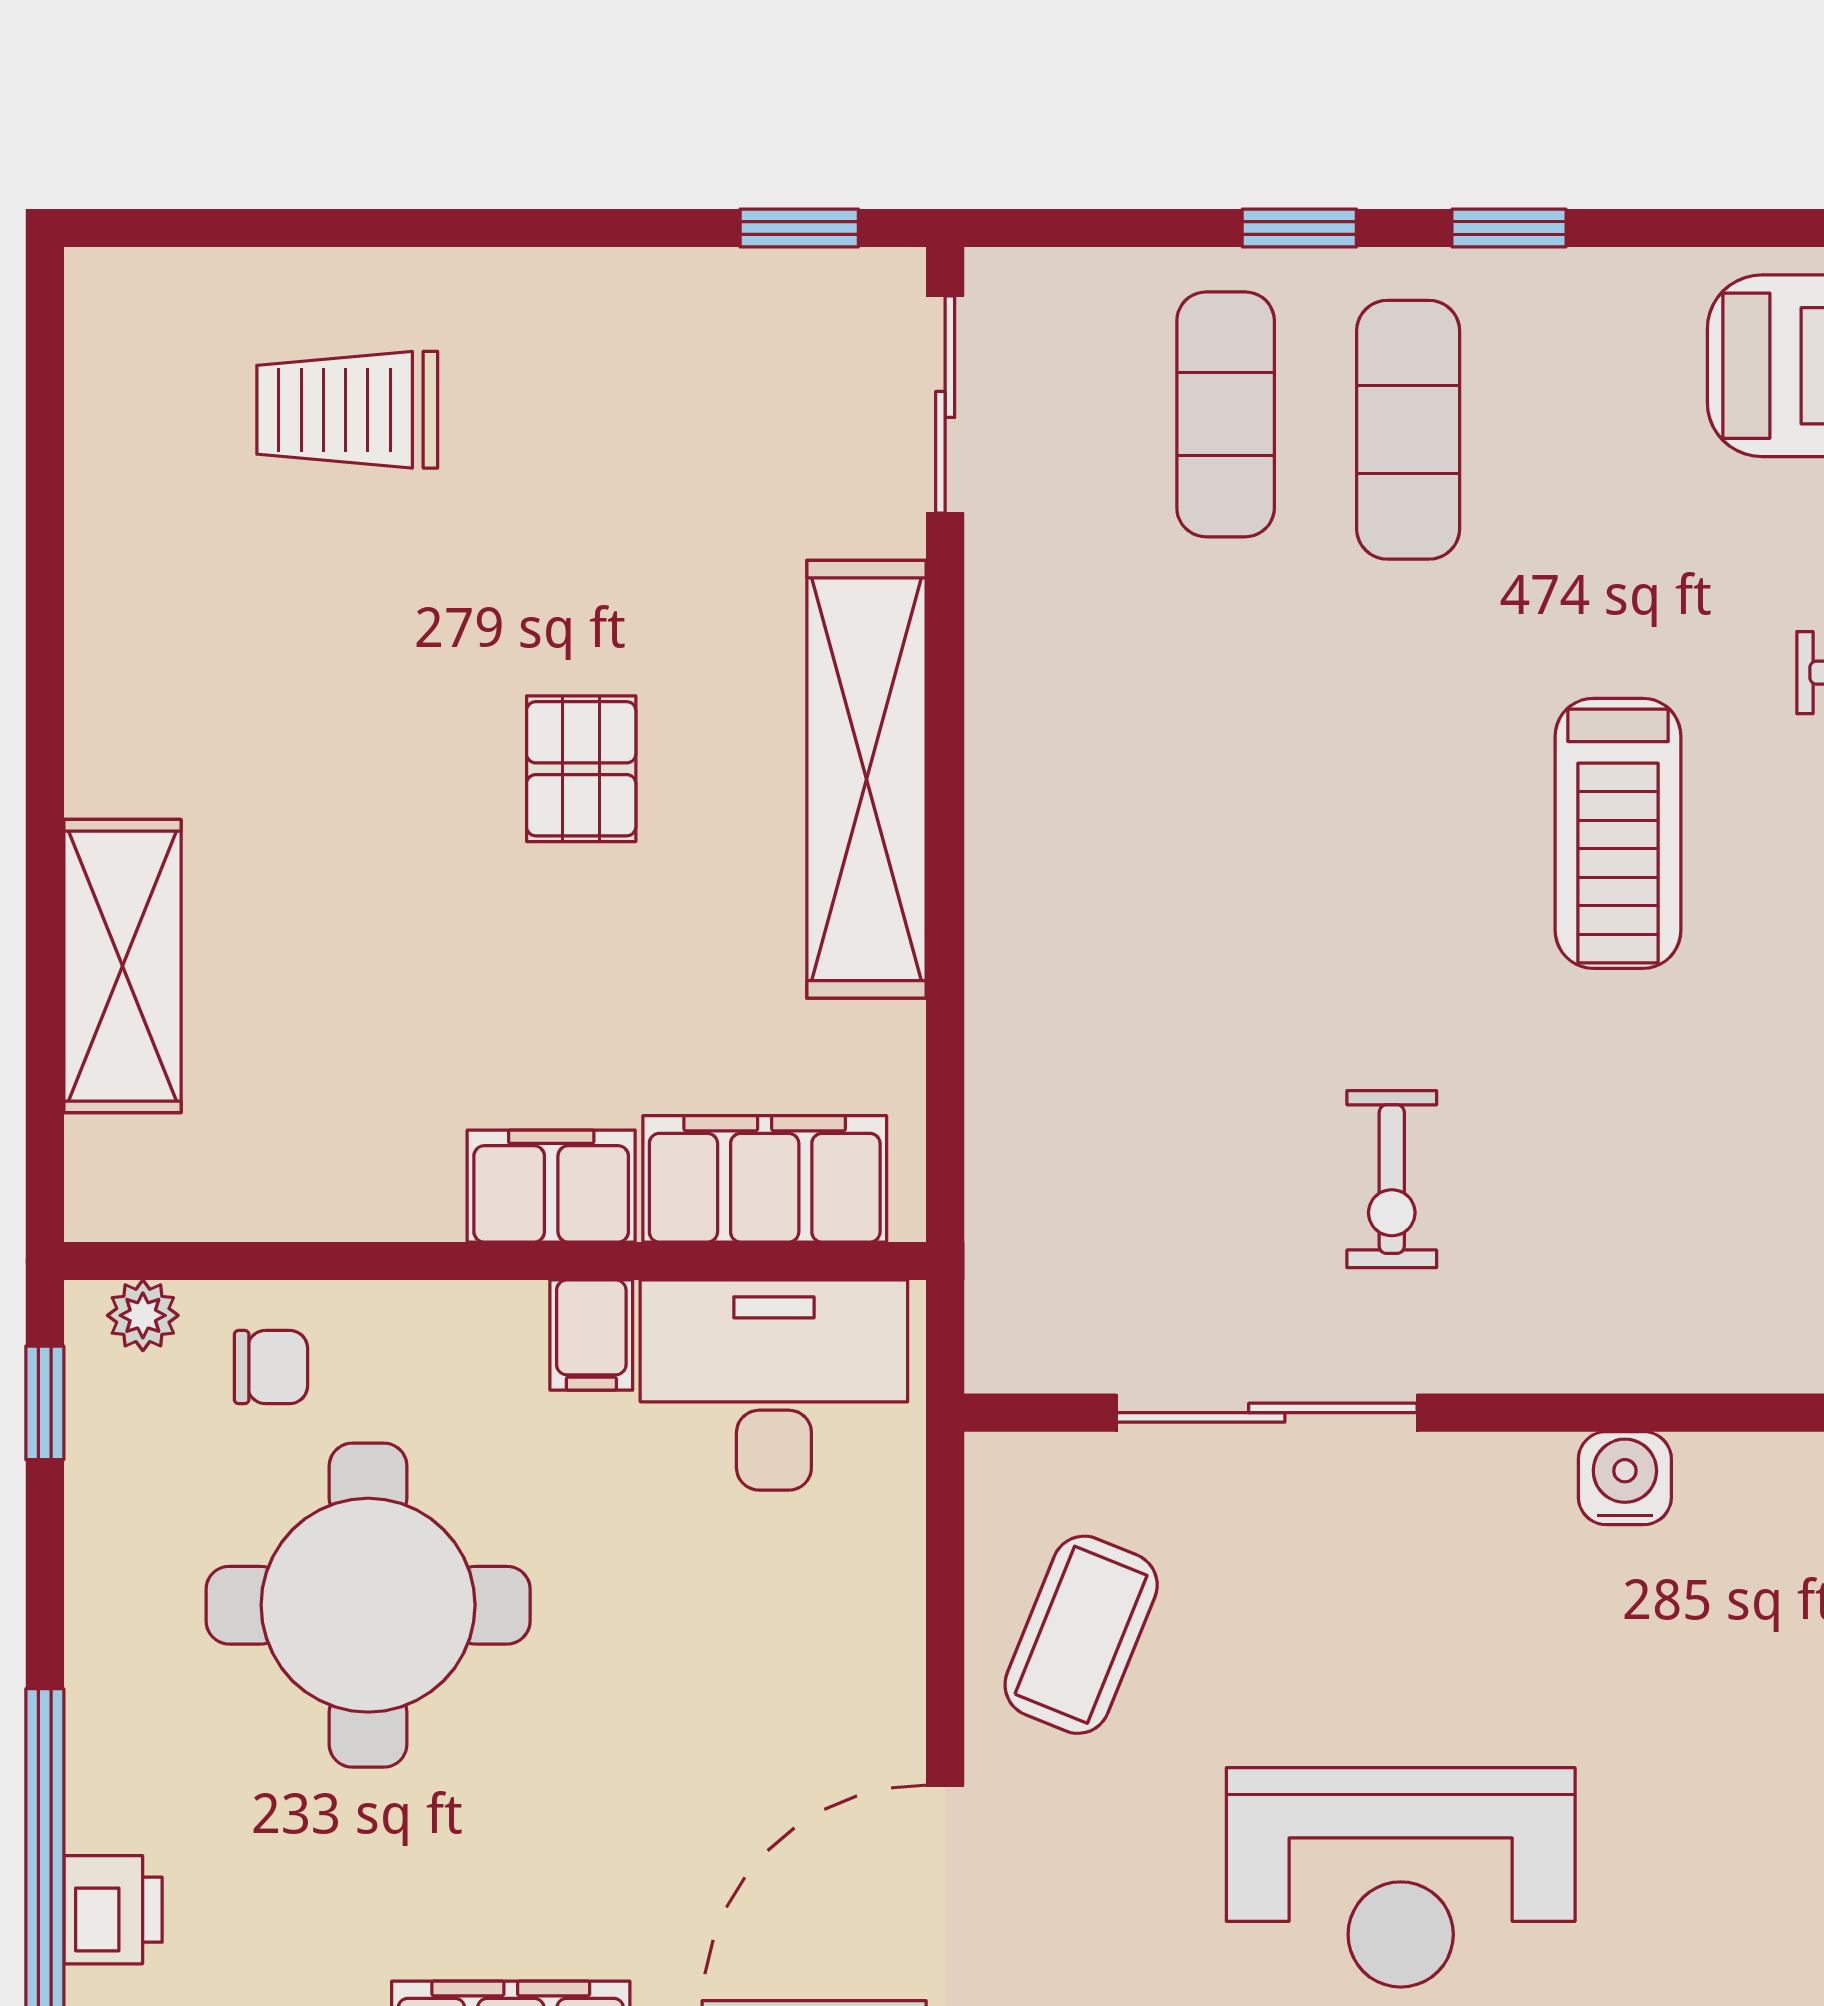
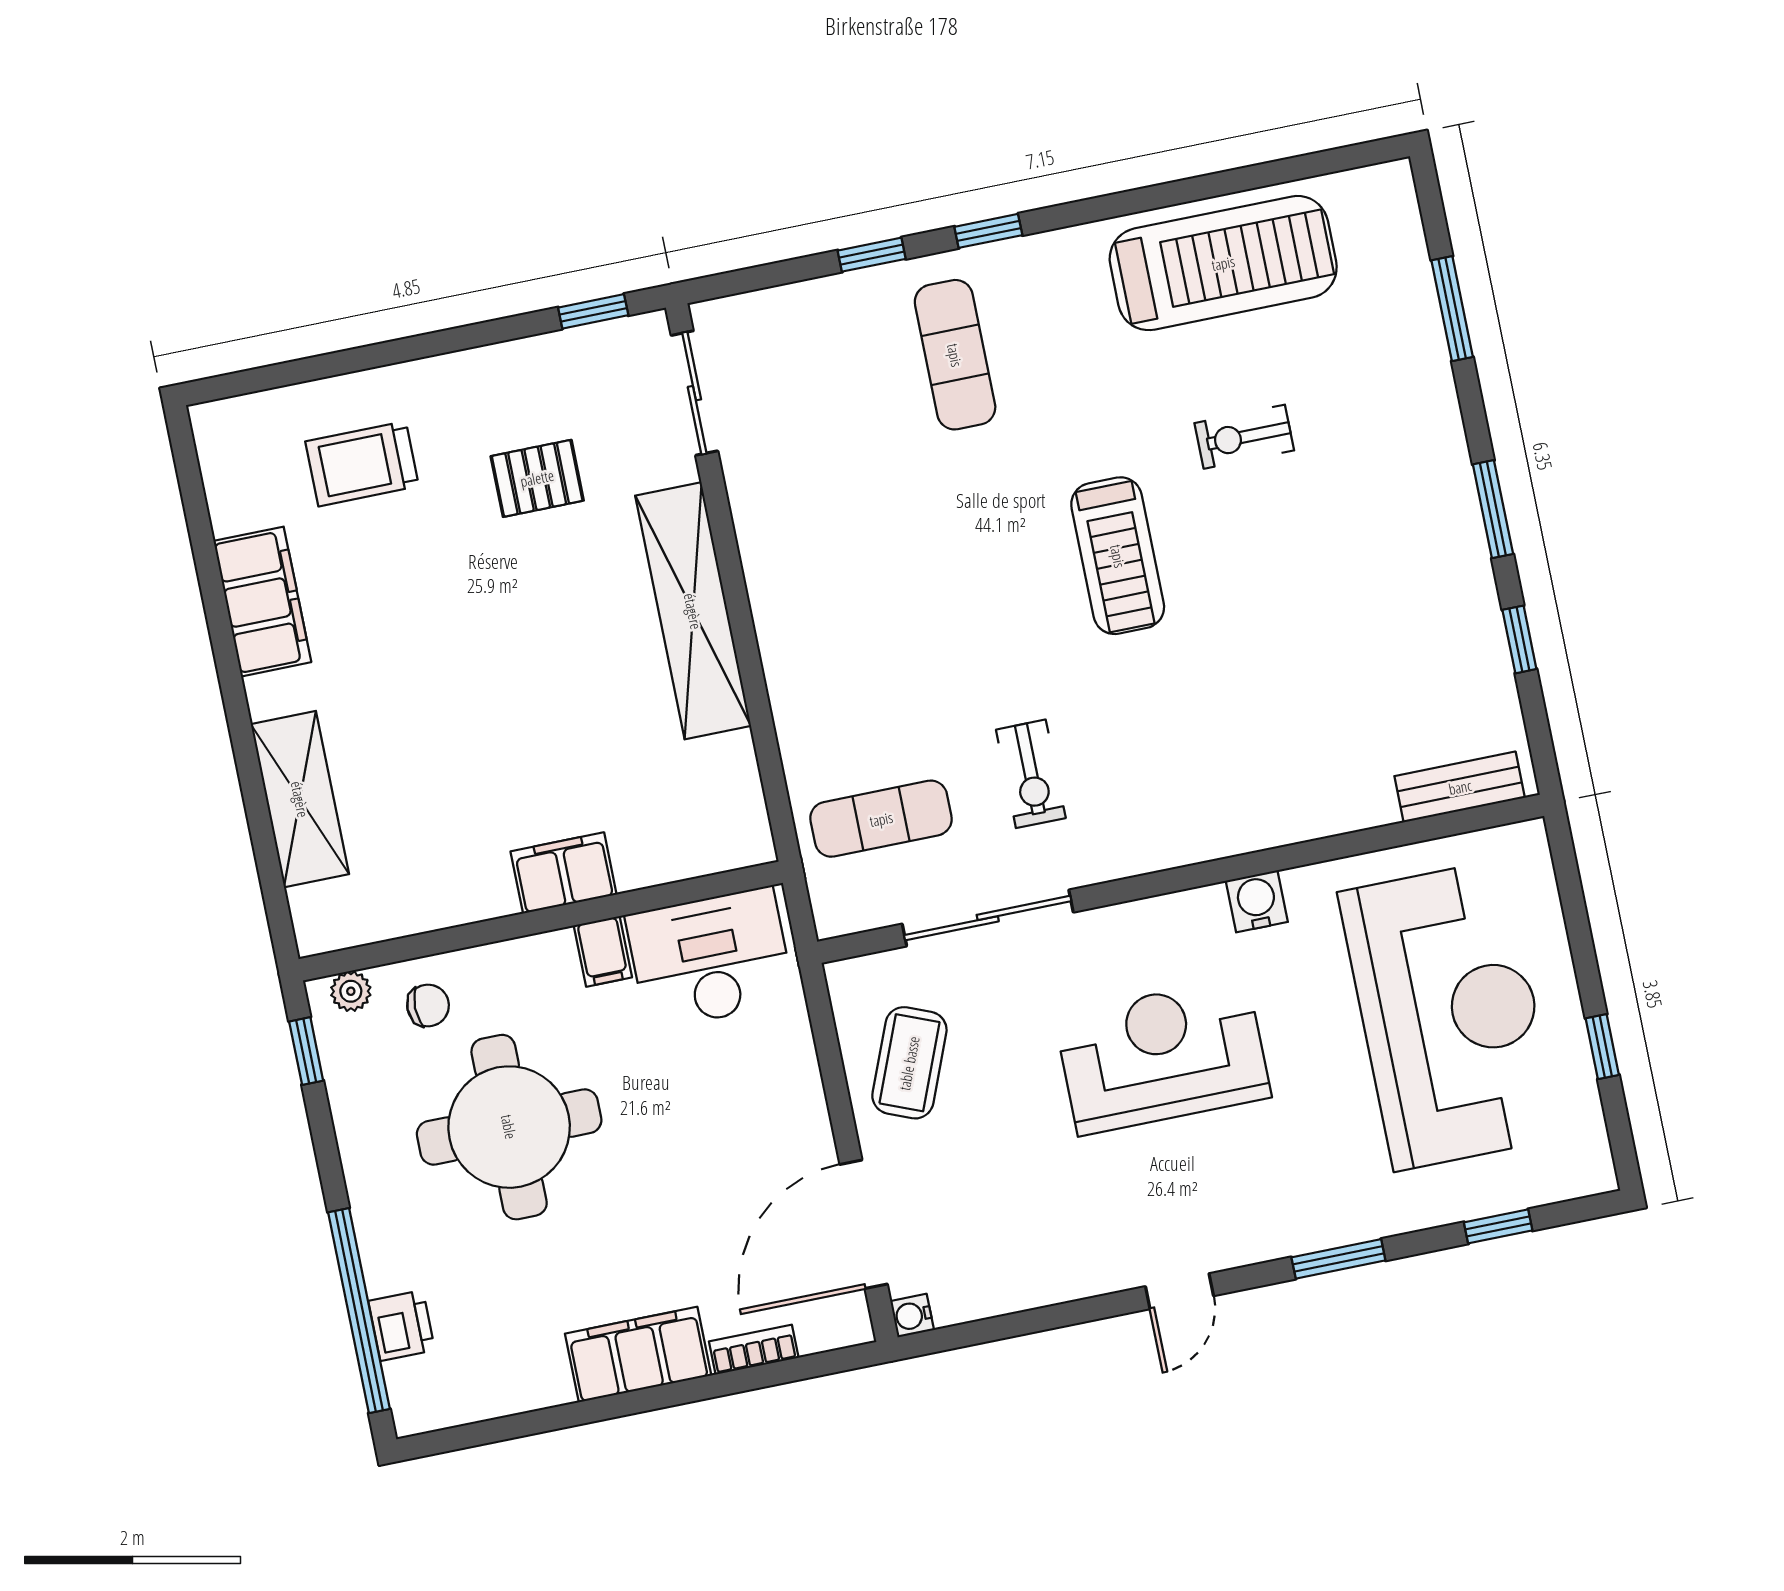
exercise mat: (1226, 414) -> (881, 819), moved, turned 90
pallet: (581, 769) -> (537, 478), moved, turned 90
filing cabinet: (765, 1179) -> (262, 602), moved, turned 90
water cooler: (1625, 1478) -> (1257, 901), moved
reception desk: (1401, 1877) -> (1163, 1056), moved, turned 180

